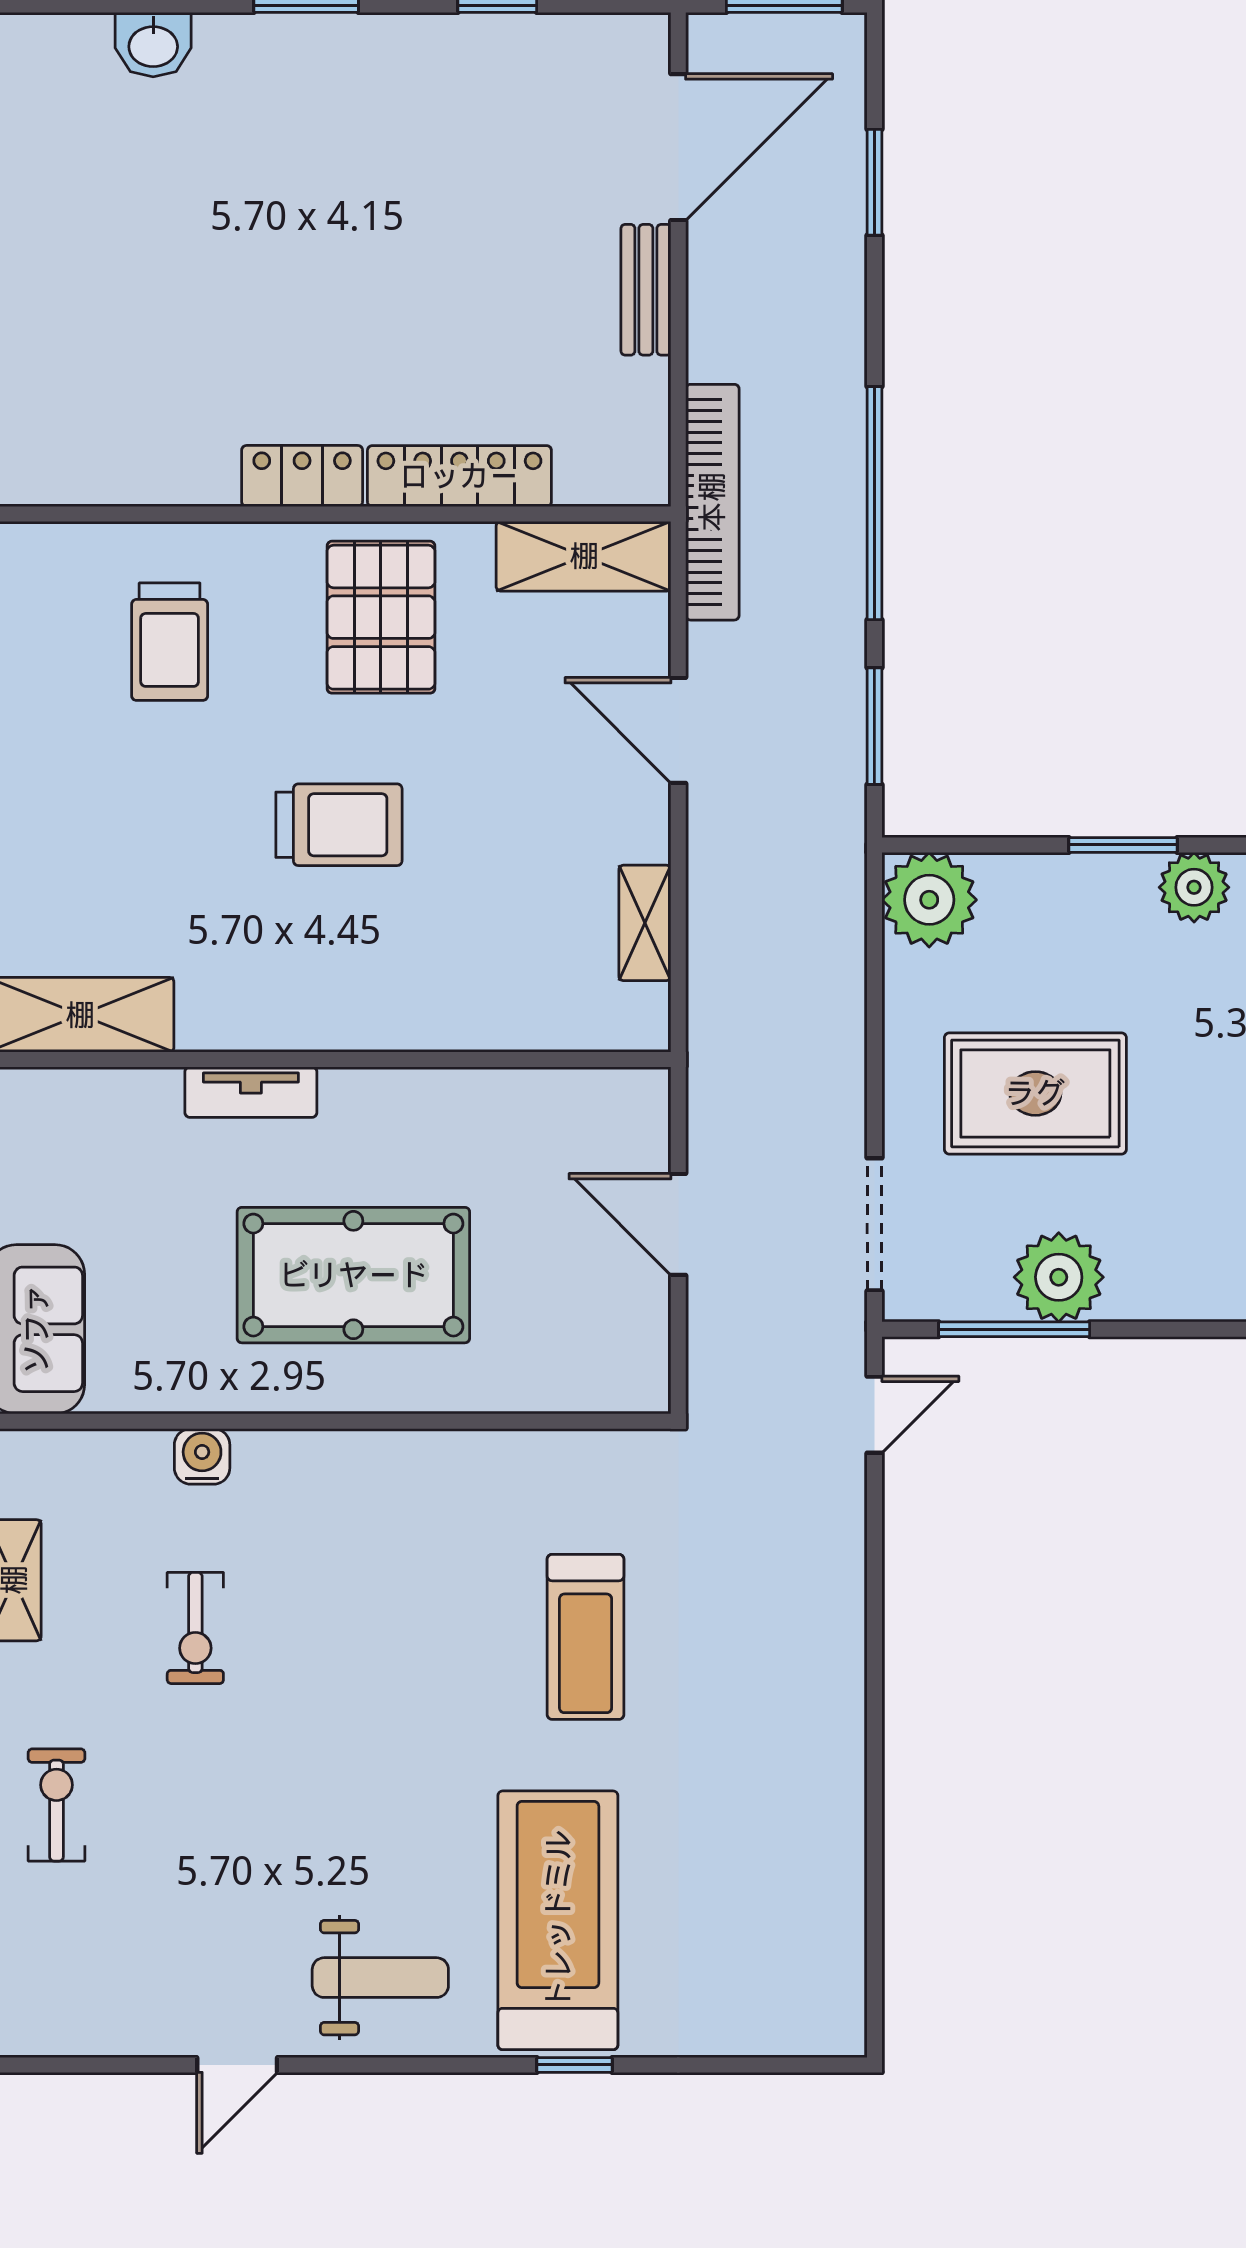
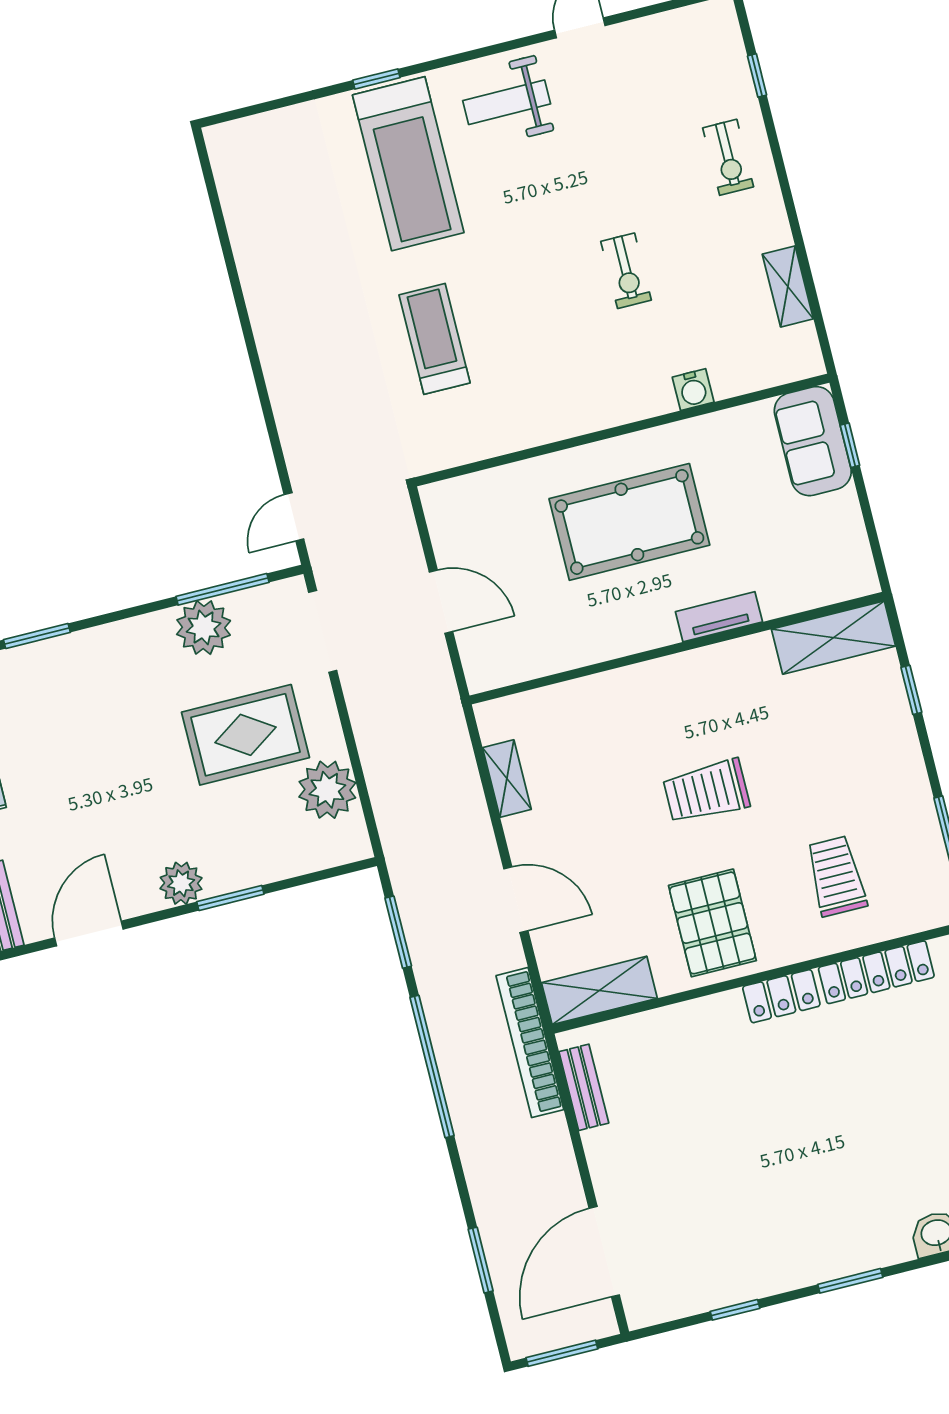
bench: (646, 290) -> (584, 1087), moved
locker: (459, 476) -> (876, 972), moved
plant: (929, 900) -> (327, 790), moved
exercise bike: (195, 1628) -> (626, 271), moved, turned 180

